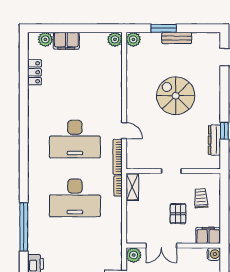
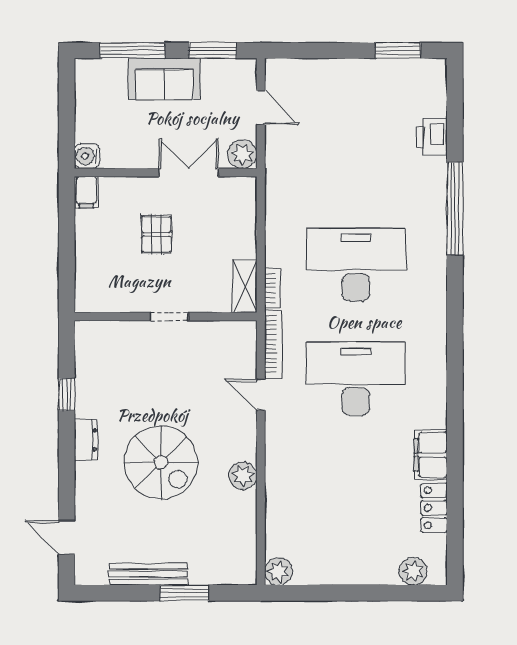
bench: (177, 38) -> (148, 574), width x1.36
plant: (133, 39) -> (243, 476), moved
filing cabinet: (66, 41) -> (431, 455), moved, turned -90
dresser: (214, 140) -> (86, 440), moved, width x0.70
trolley: (201, 198) -> (112, 264), removed
filing cabinet: (208, 235) -> (86, 192), width x0.50

